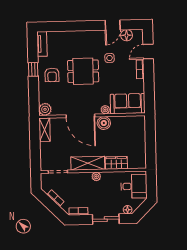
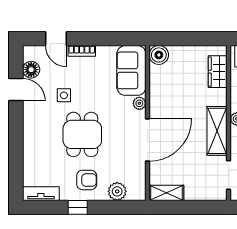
plant: (45, 109) -> (117, 191), moved
boiler: (104, 123) -> (159, 55), moved
wardrobe: (116, 163) -> (218, 72), moved

